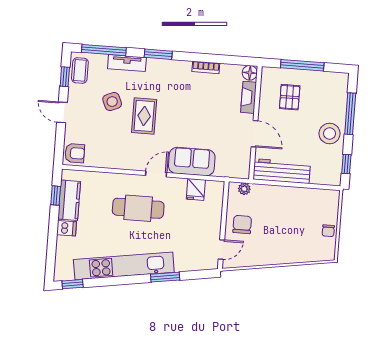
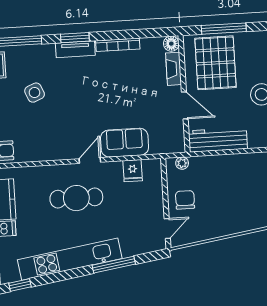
tv unit: (127, 63) -> (75, 49), moved
bookcase: (206, 67) -> (118, 45), width x1.56
pallet: (290, 97) -> (216, 63), width x2.05, depth x2.00
rug: (144, 116) -> (69, 103), removed
window: (165, 277) -> (114, 265), width x1.44

